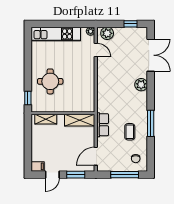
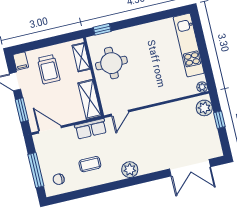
window: (130, 24) -> (219, 120), moved
door: (96, 50) -> (120, 113), moved
round table: (50, 81) -> (111, 63), moved
plant: (141, 85) -> (130, 170), moved
window: (151, 123) -> (106, 187), removed
trolley: (49, 146) -> (49, 69), added

